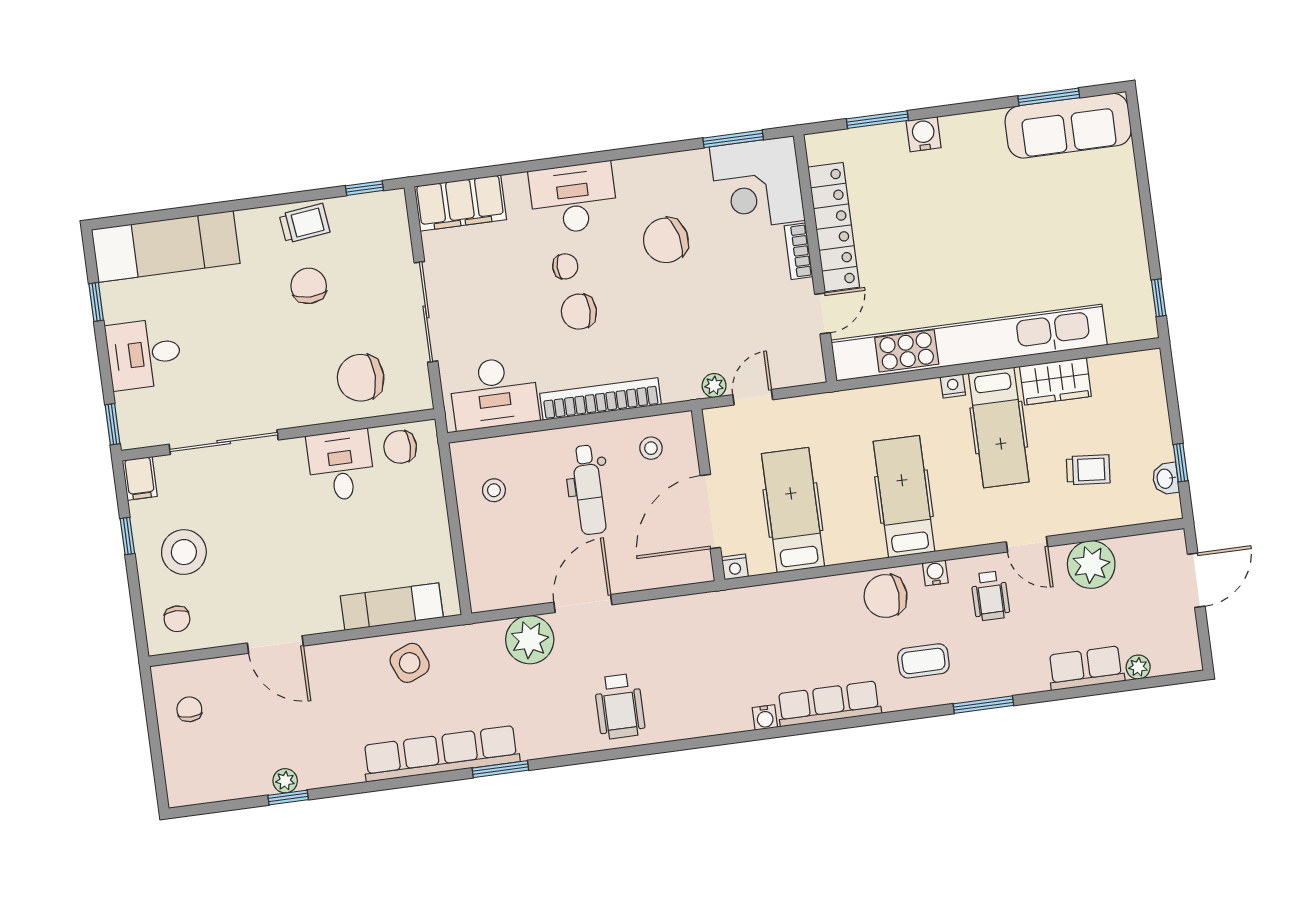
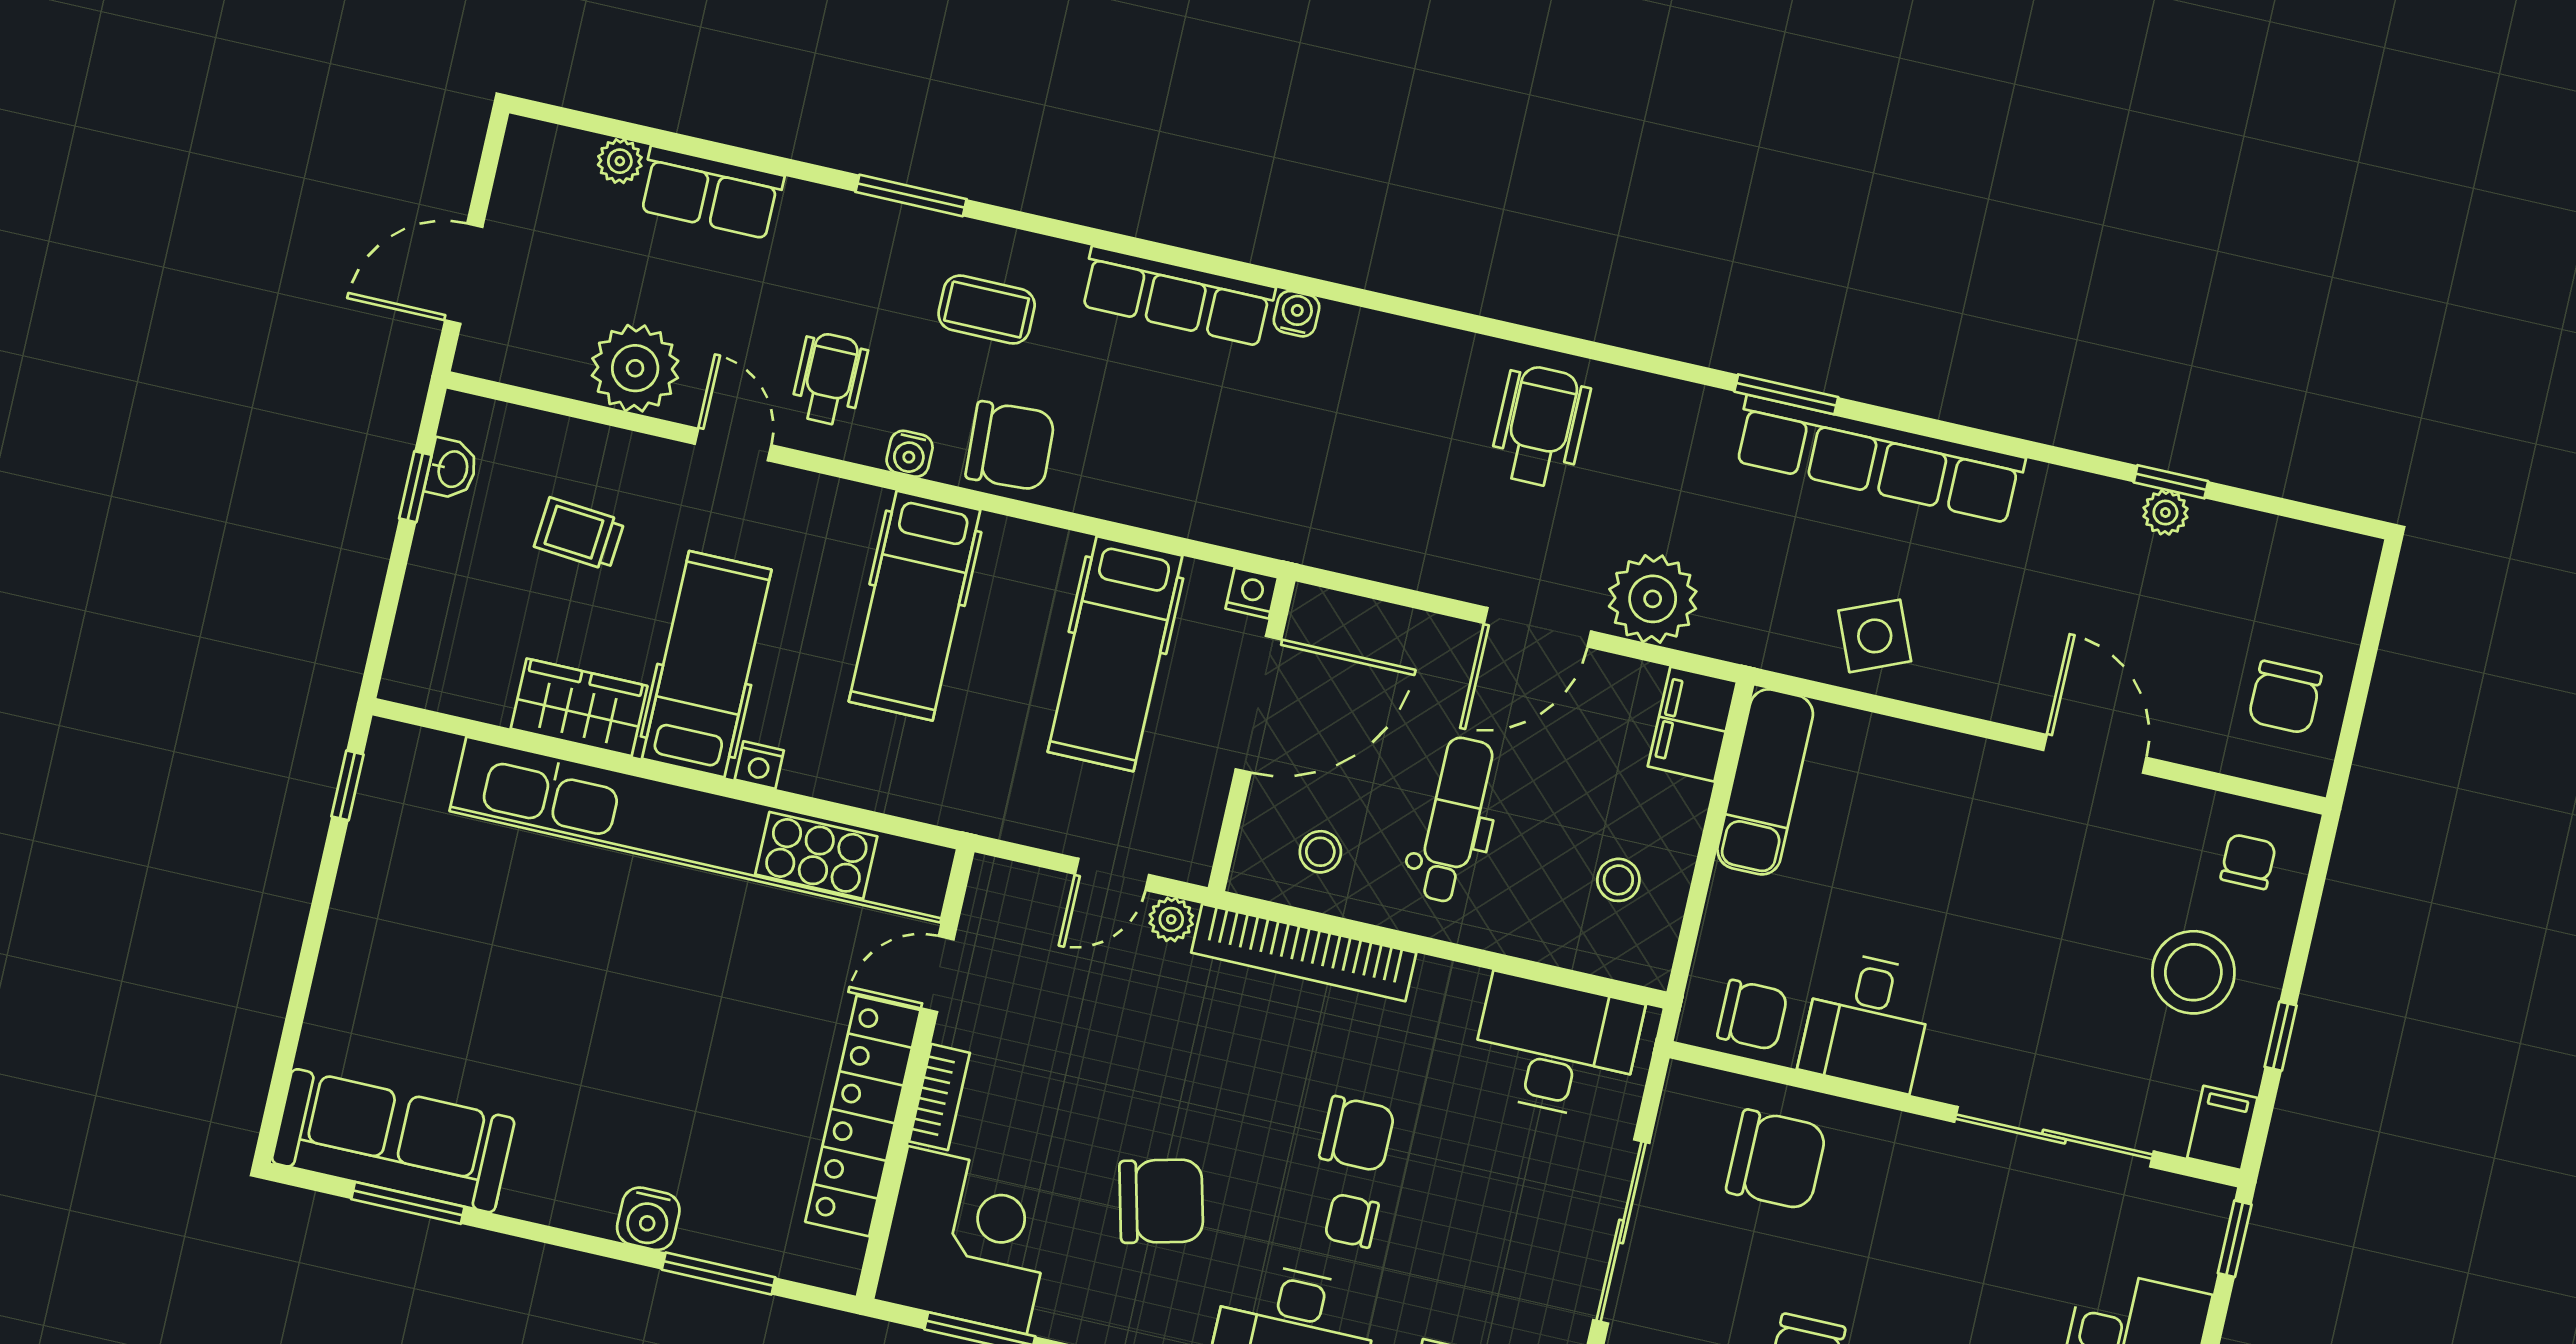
bookcase: (600, 399) -> (1304, 953), moved
filing cabinet: (486, 584) -> (1692, 724), added
exam couch: (392, 607) -> (1765, 782), moved, turned -90
chair: (189, 709) -> (2285, 697), width x1.37, depth x1.37

